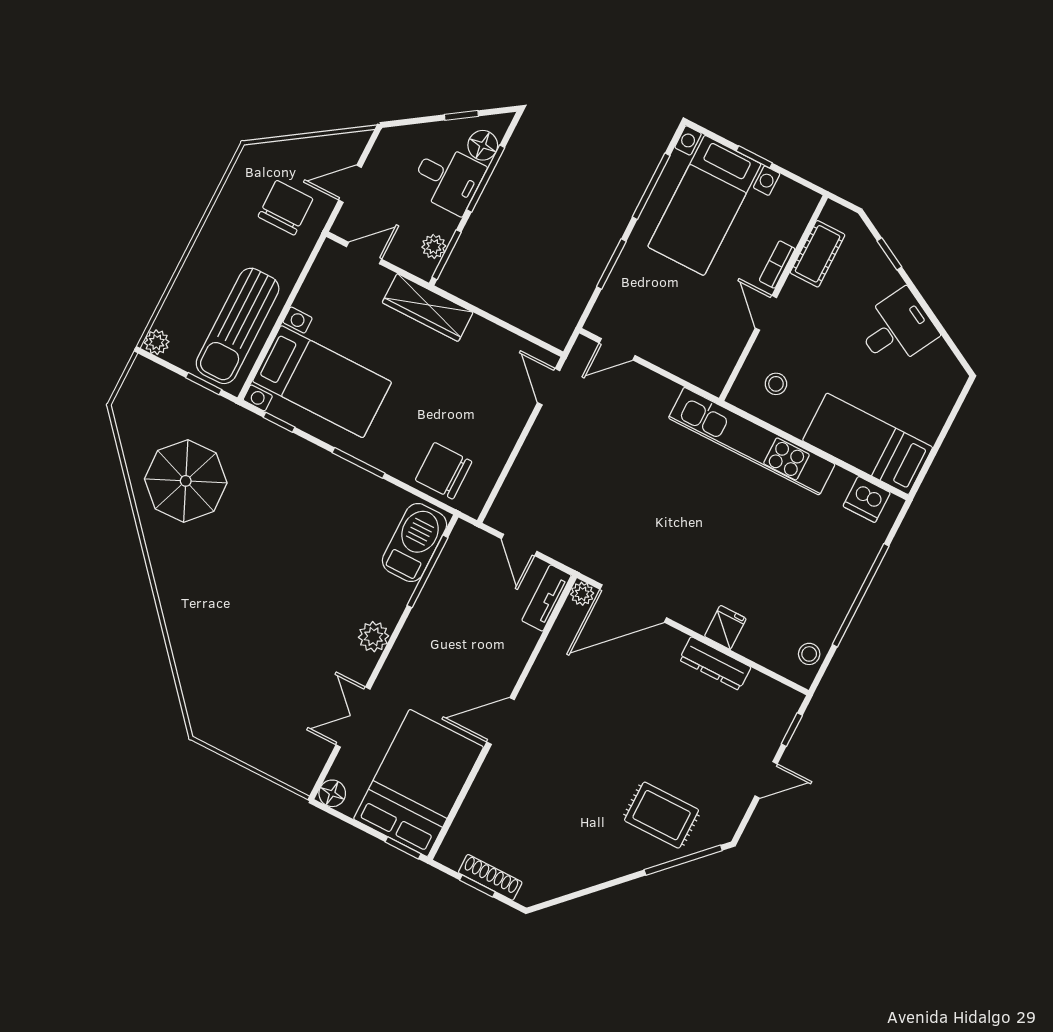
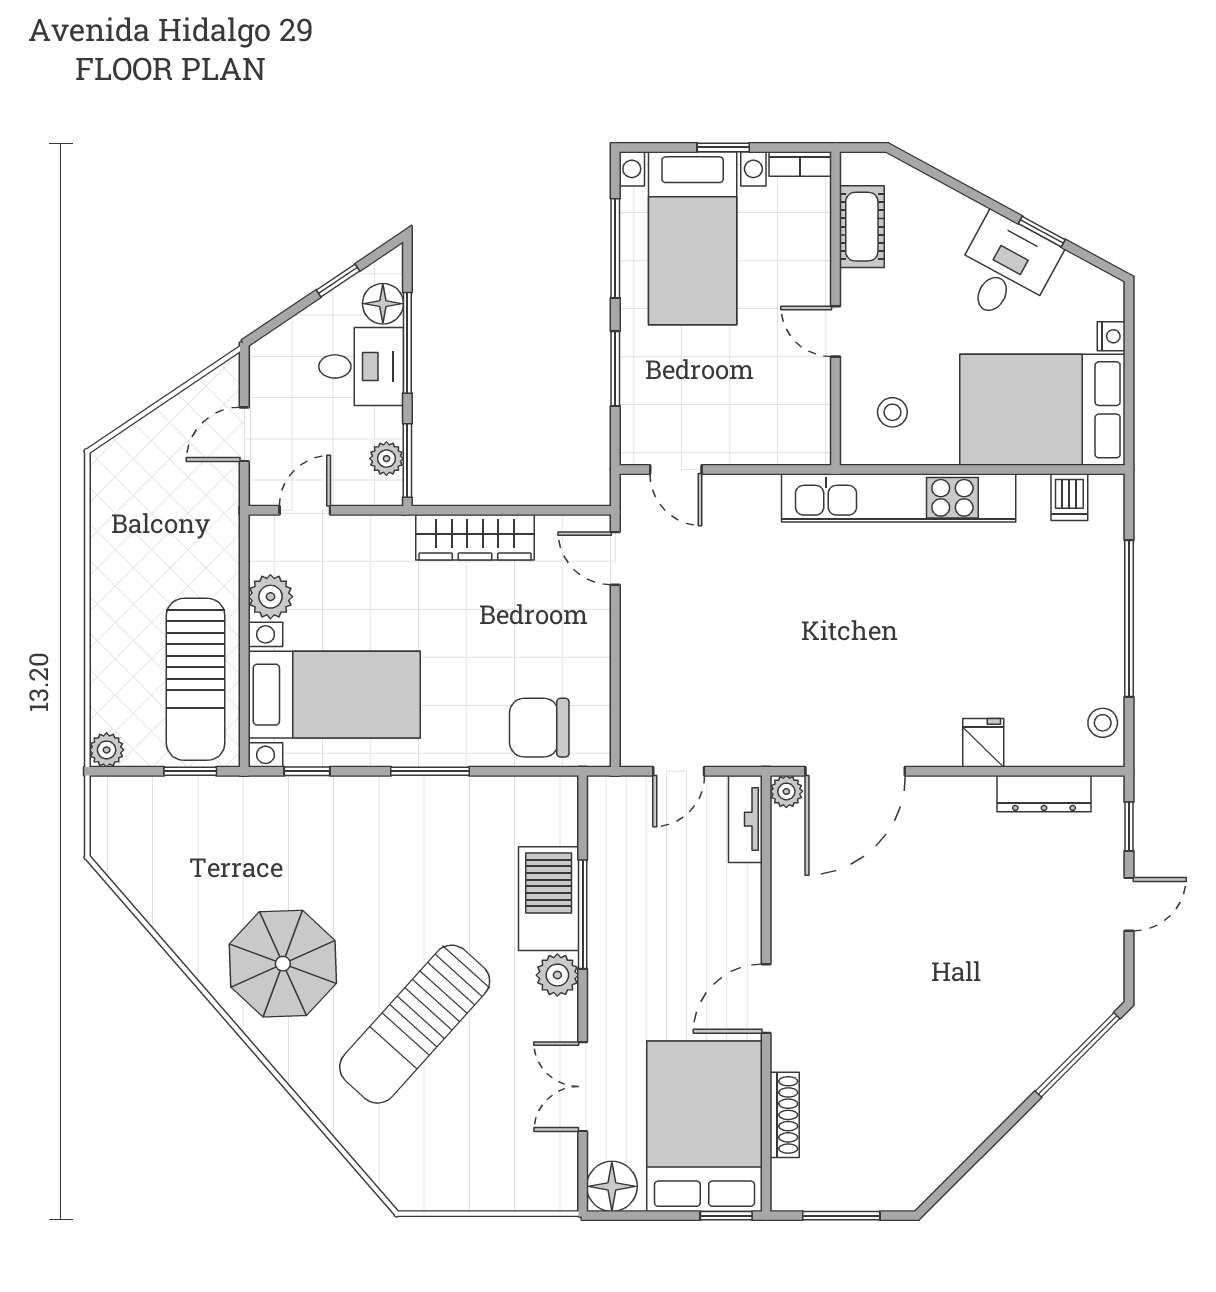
chair: (285, 208) -> (180, 504), removed
window: (889, 254) -> (1042, 232), moved
bookcase: (777, 265) -> (800, 164), moved, turned -90
plant: (313, 297) -> (270, 597), added
wardrobe: (428, 307) -> (475, 537), moved
door: (617, 349) -> (676, 470), hinge flipped
nightstand: (942, 407) -> (1111, 336), added
bed: (868, 444) -> (1042, 410), width x1.50
parasol: (186, 481) -> (283, 964), moved
dishwasher: (867, 499) -> (1069, 497), width x0.73
barbecue: (415, 543) -> (549, 899), moved
door: (519, 545) -> (679, 771), hinge flipped
window: (427, 571) -> (583, 914), moved
sun lounger: (265, 621) -> (415, 1024), added
dresser: (715, 664) -> (1044, 794), moved
floor lamp: (332, 793) -> (612, 1186), width x1.38, depth x1.38
rug: (662, 815) -> (1023, 1013), removed
shoe rack: (490, 877) -> (785, 1115), moved, turned 90
window: (477, 886) -> (841, 1216), width x1.50

